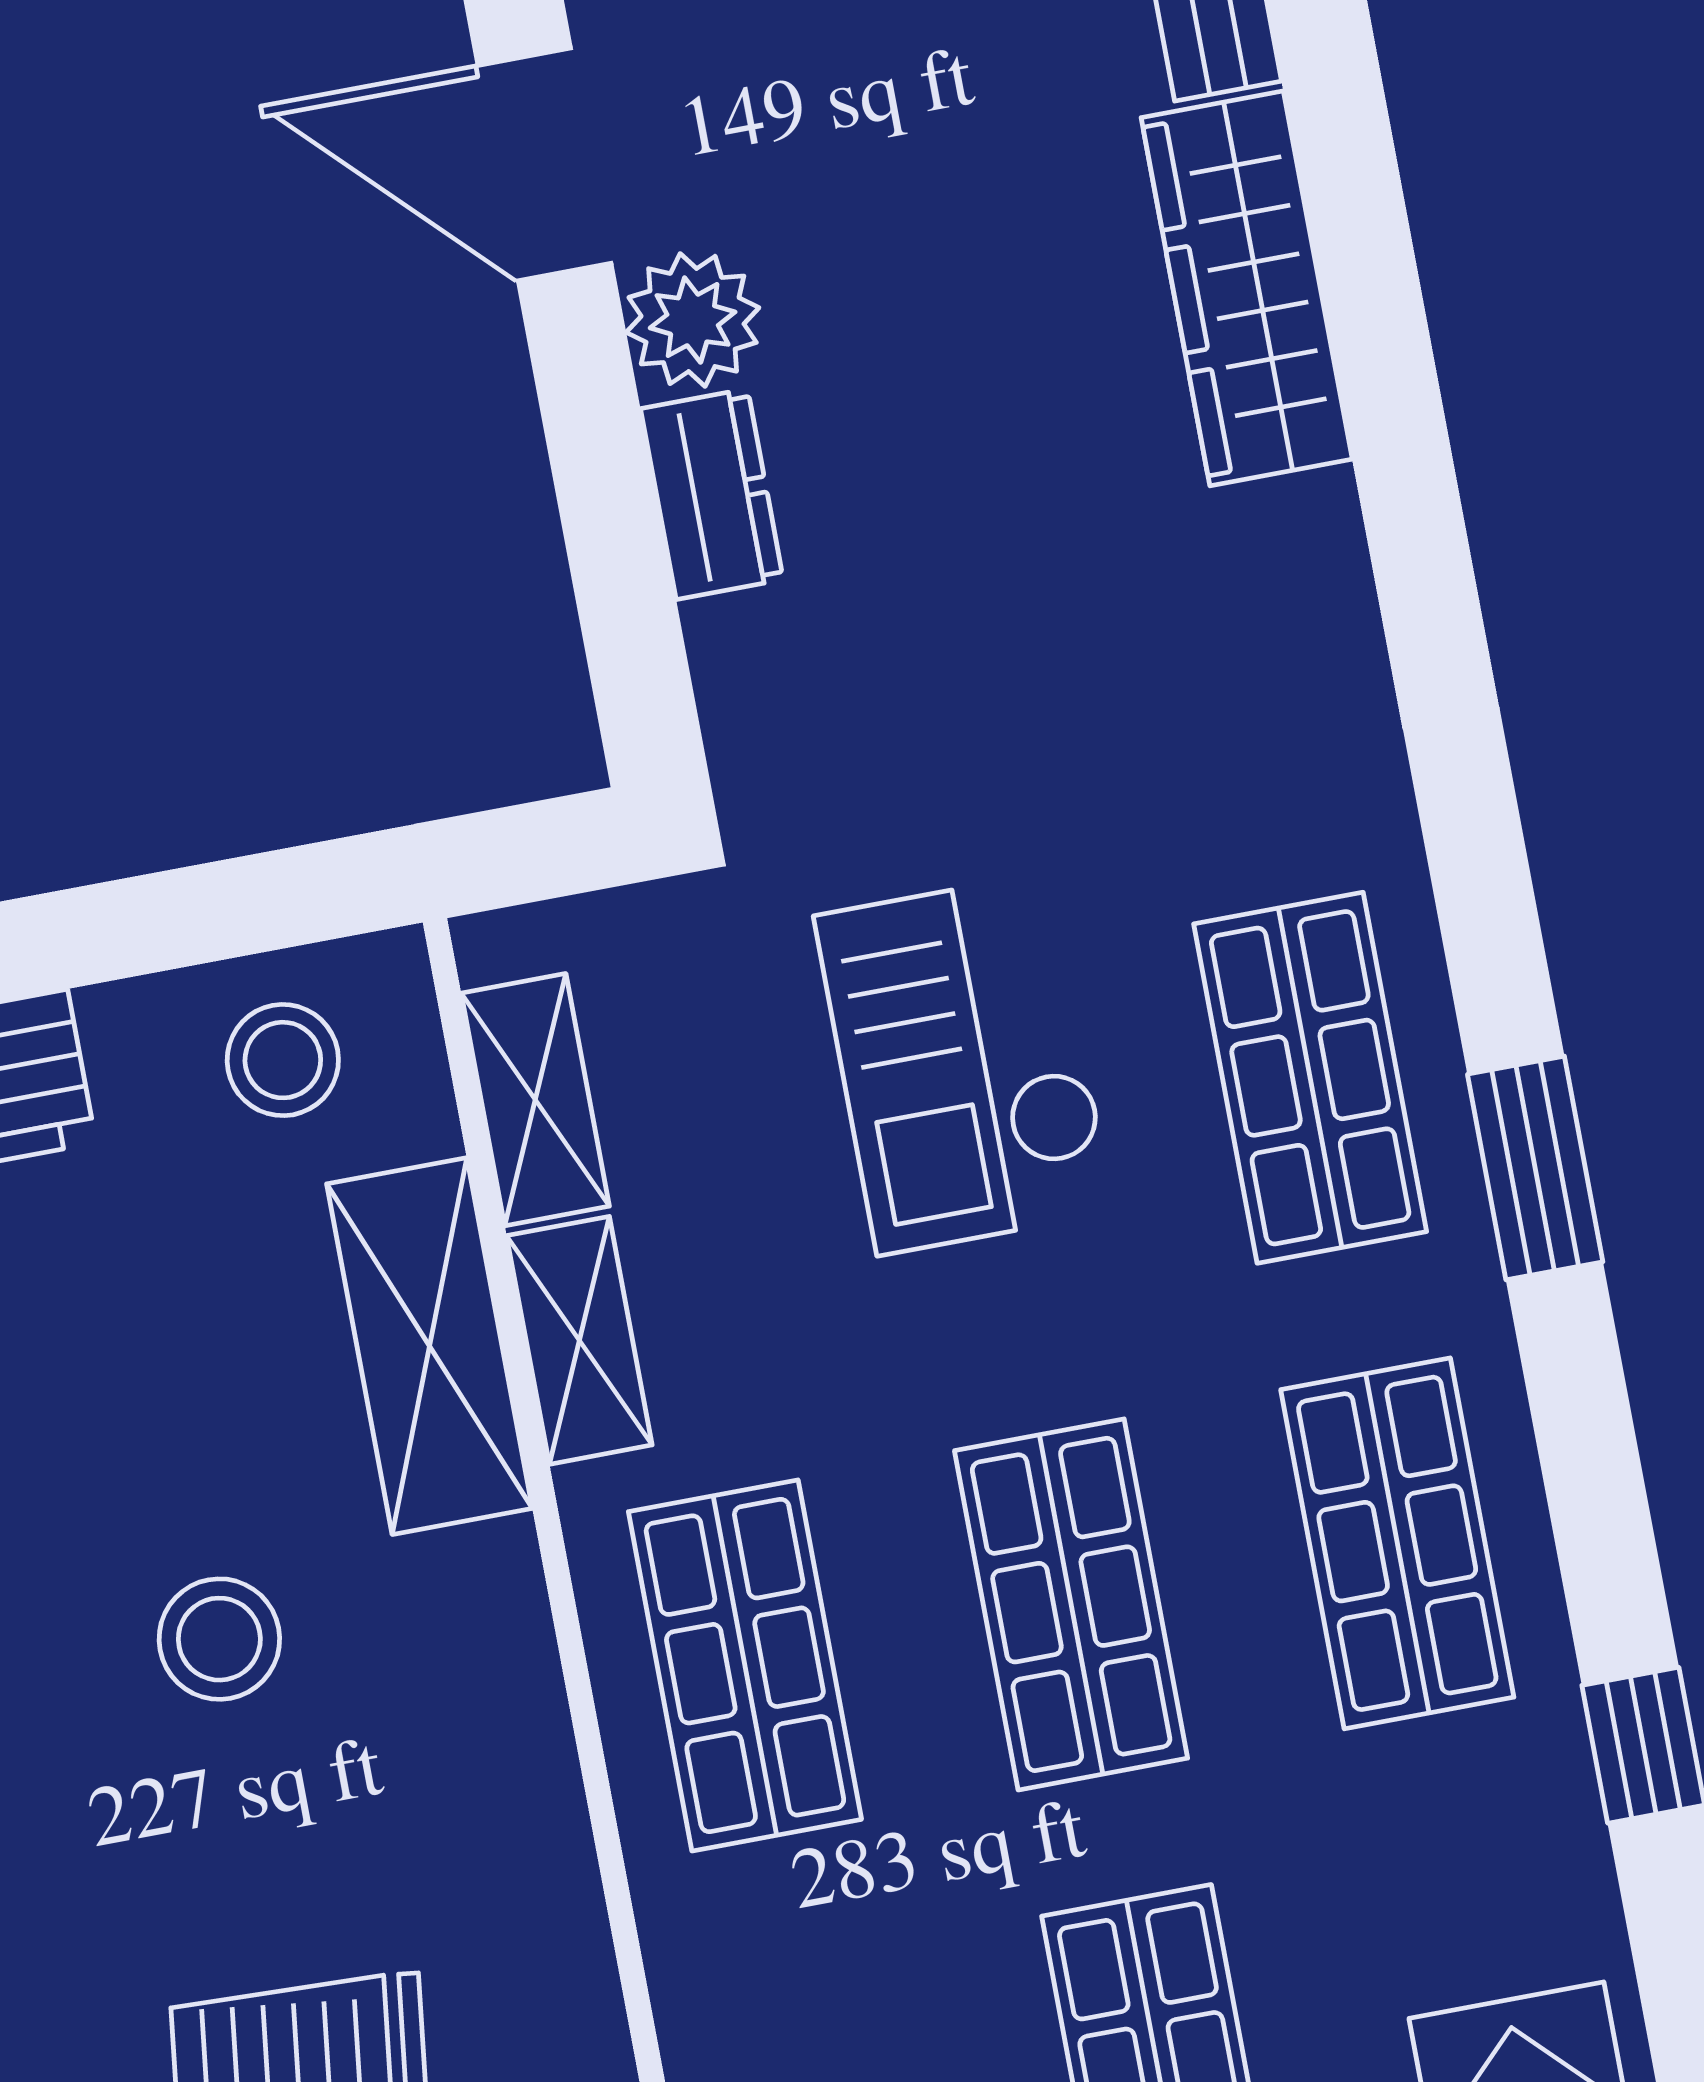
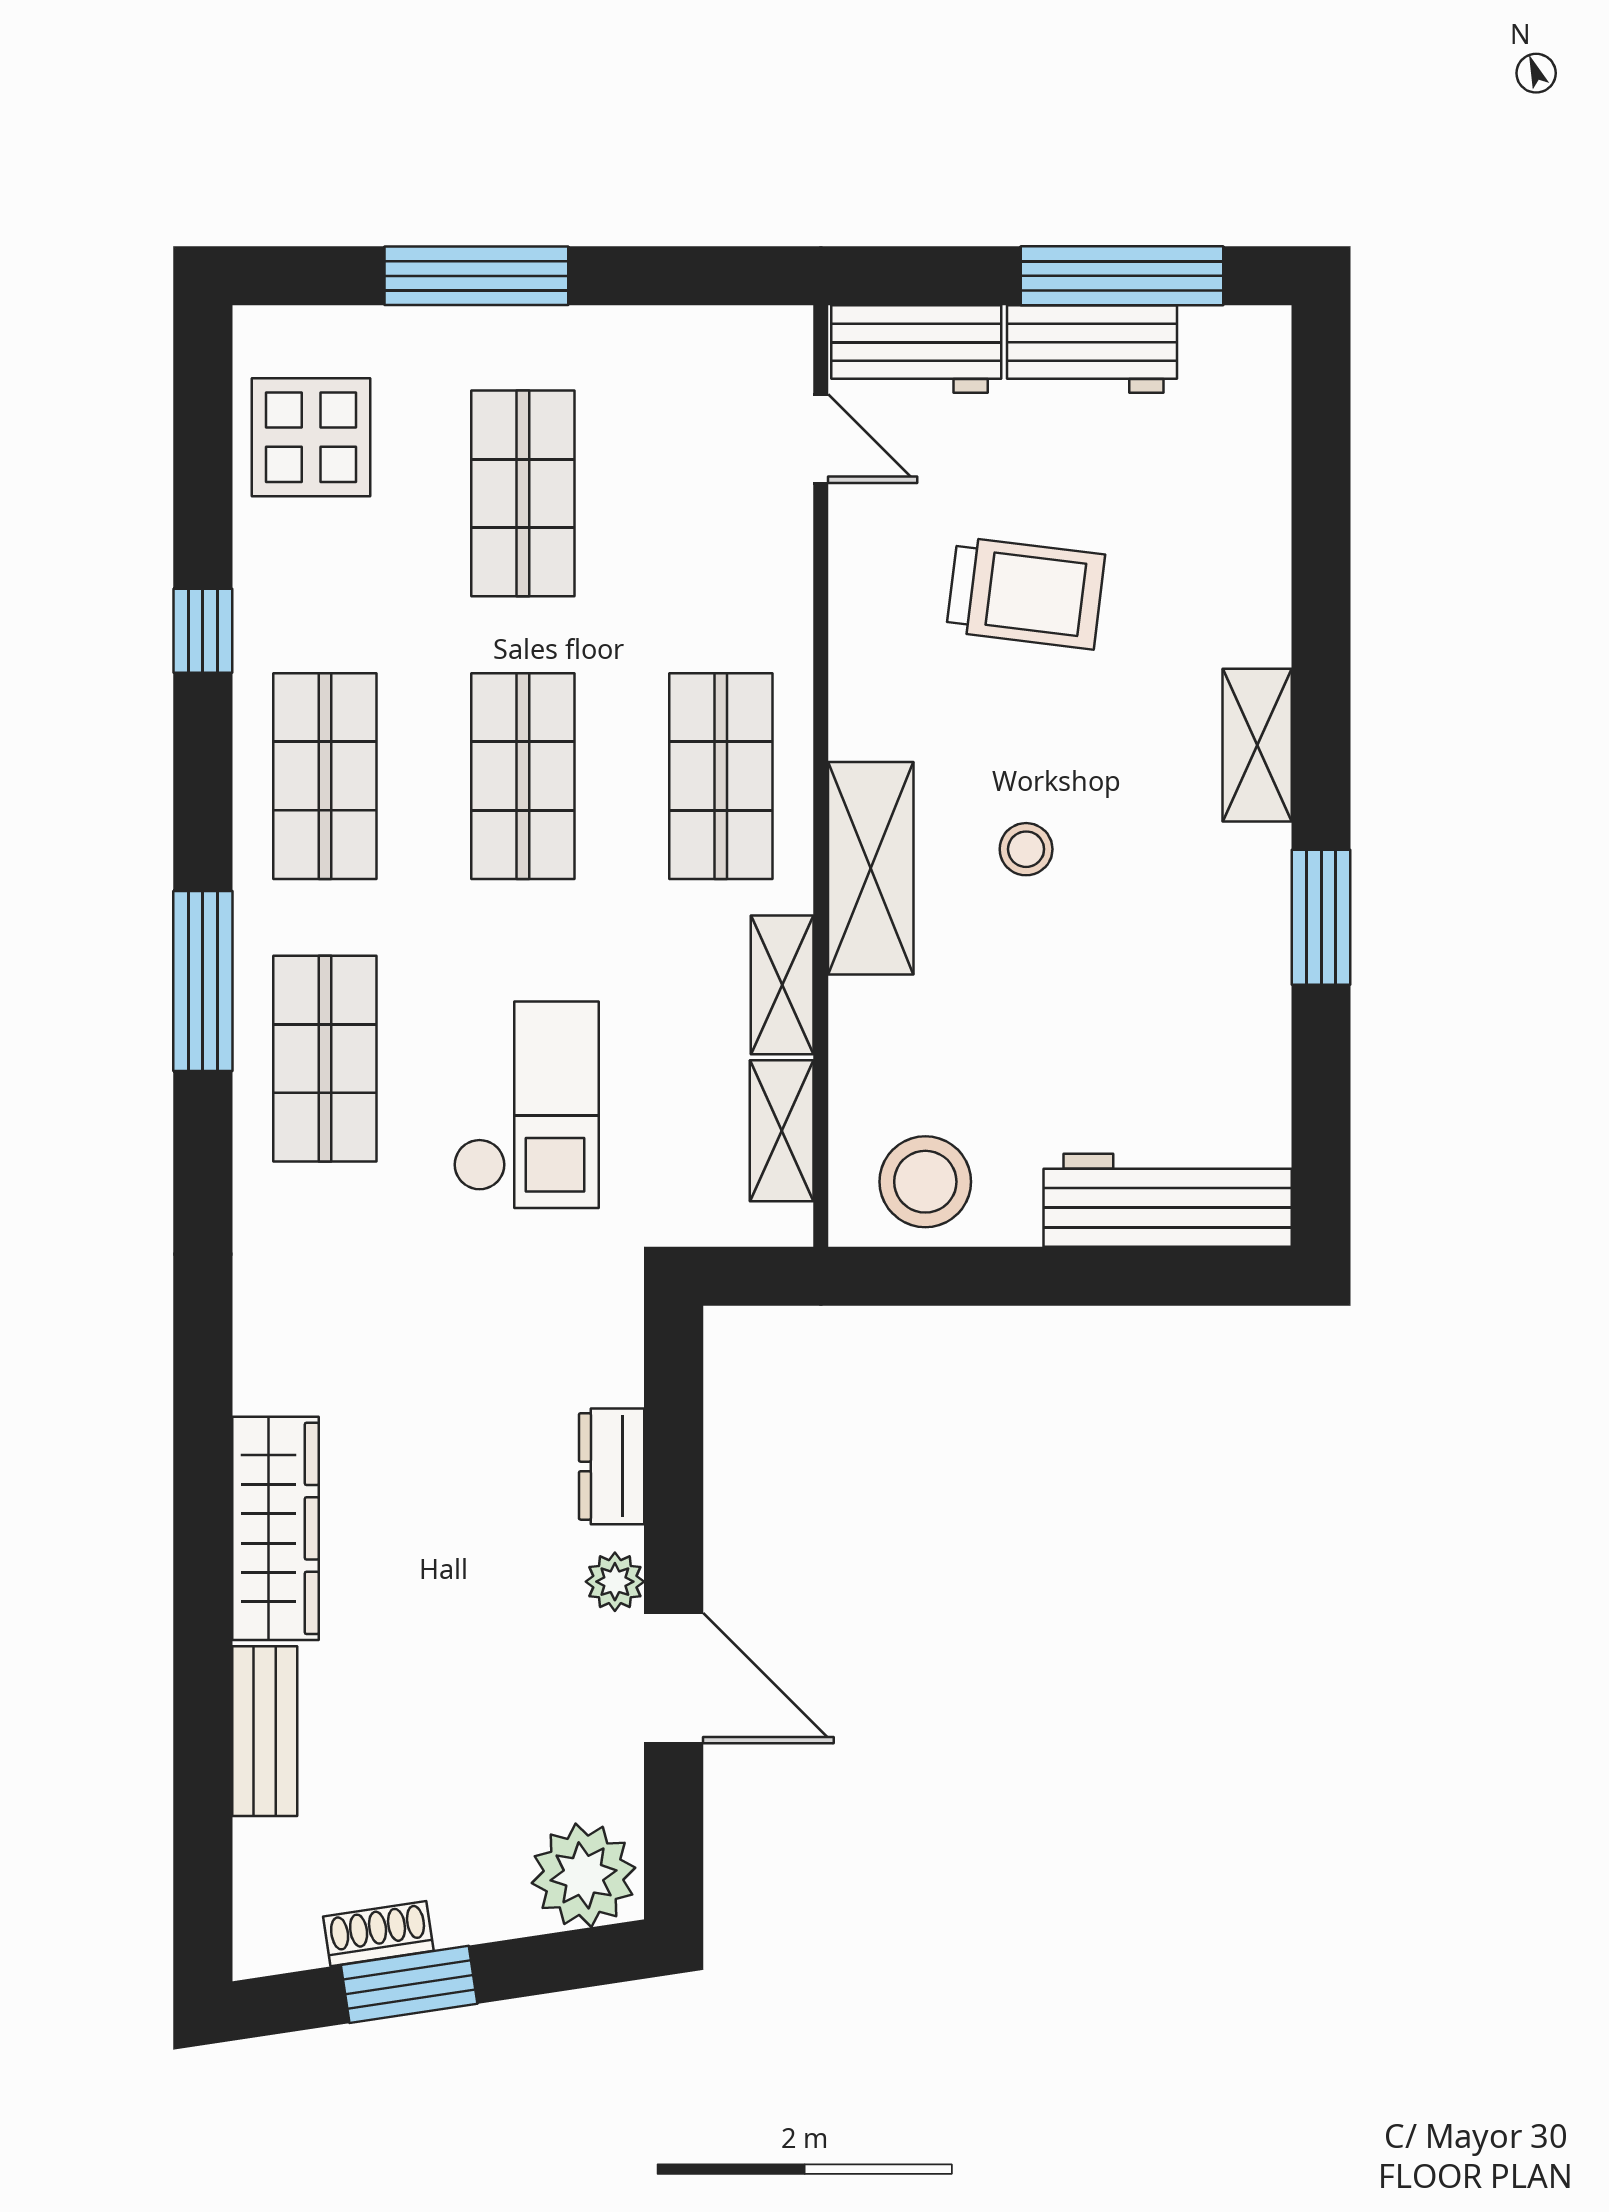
plant: (693, 320) -> (615, 1582), width x0.73, depth x0.73
stool: (283, 1060) -> (925, 1182), width x1.38, depth x1.38
window: (1535, 1168) -> (203, 981), width x1.44
shelving: (429, 1346) -> (871, 868), moved
stool: (219, 1639) -> (1026, 849), width x0.73, depth x0.73

